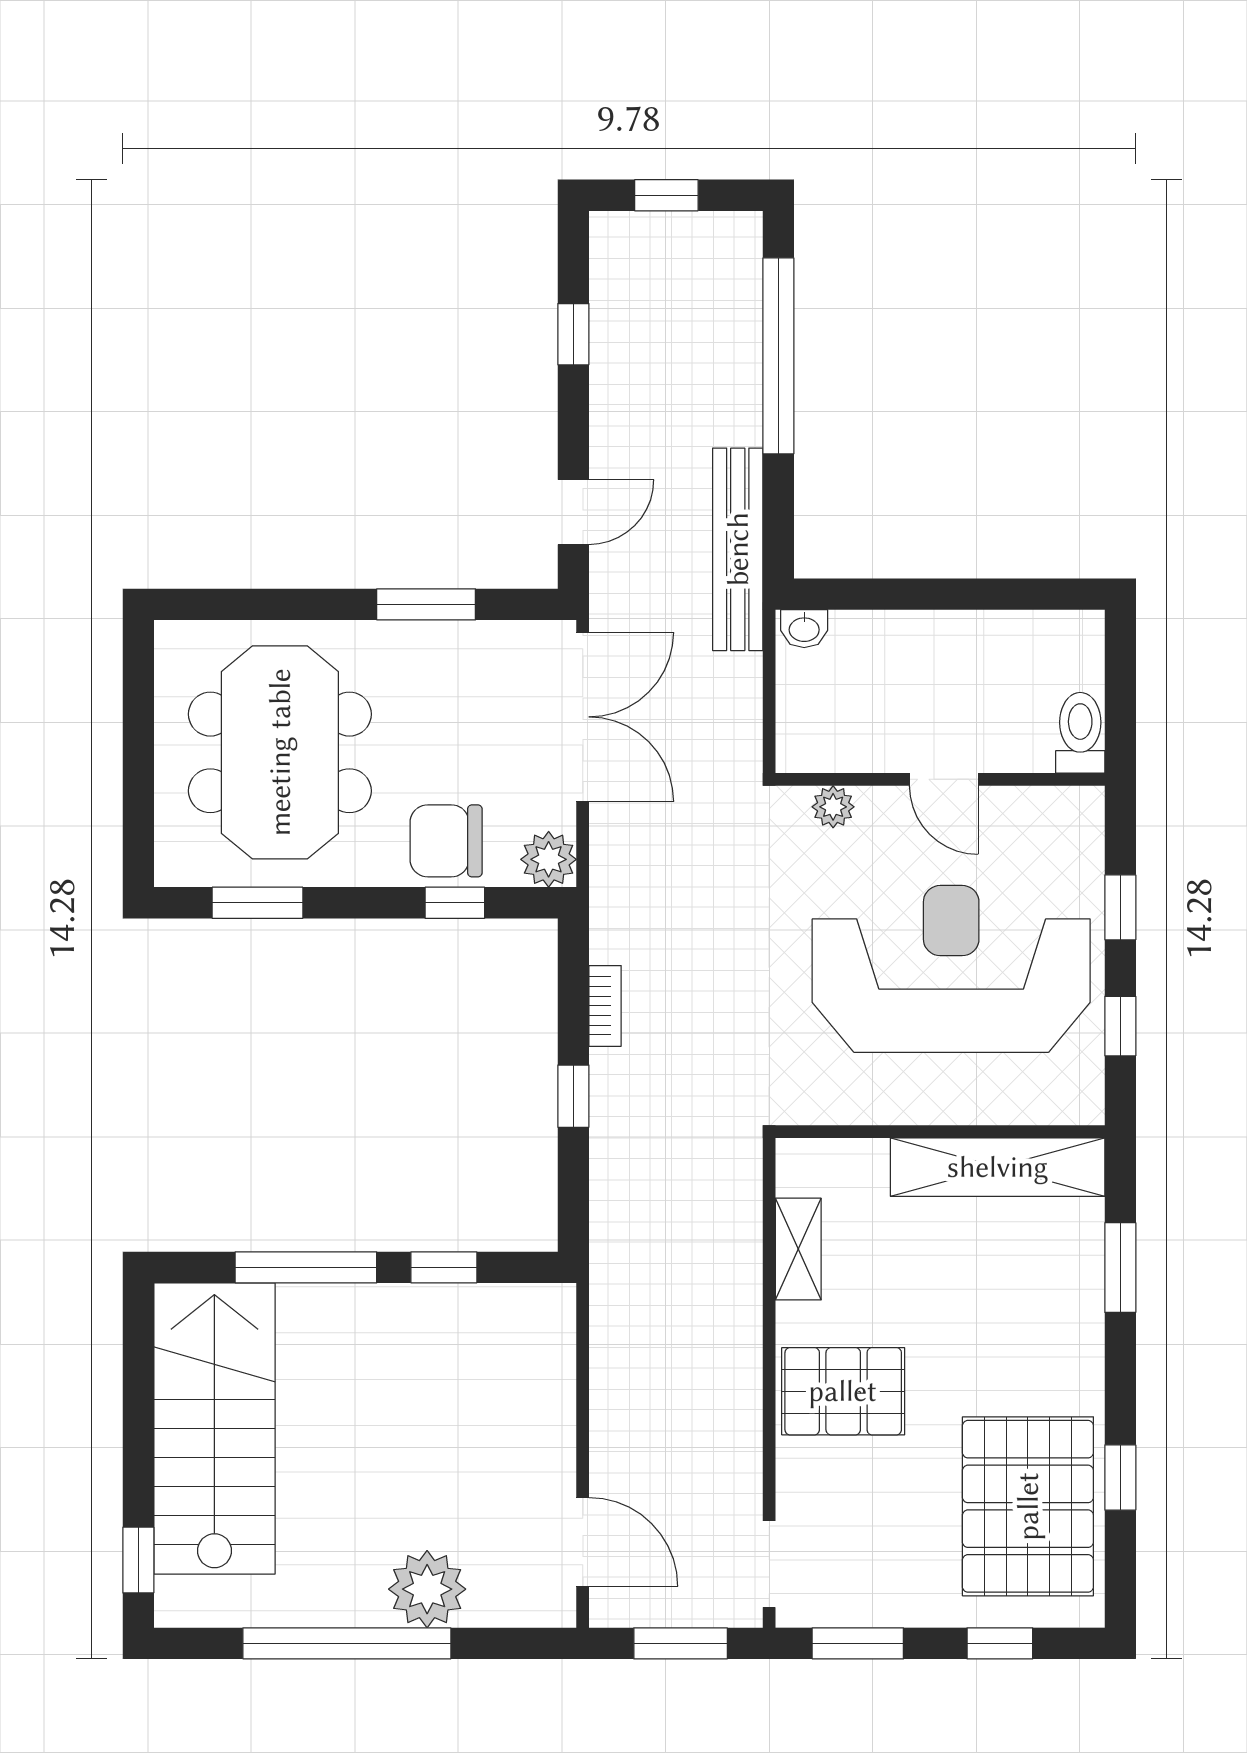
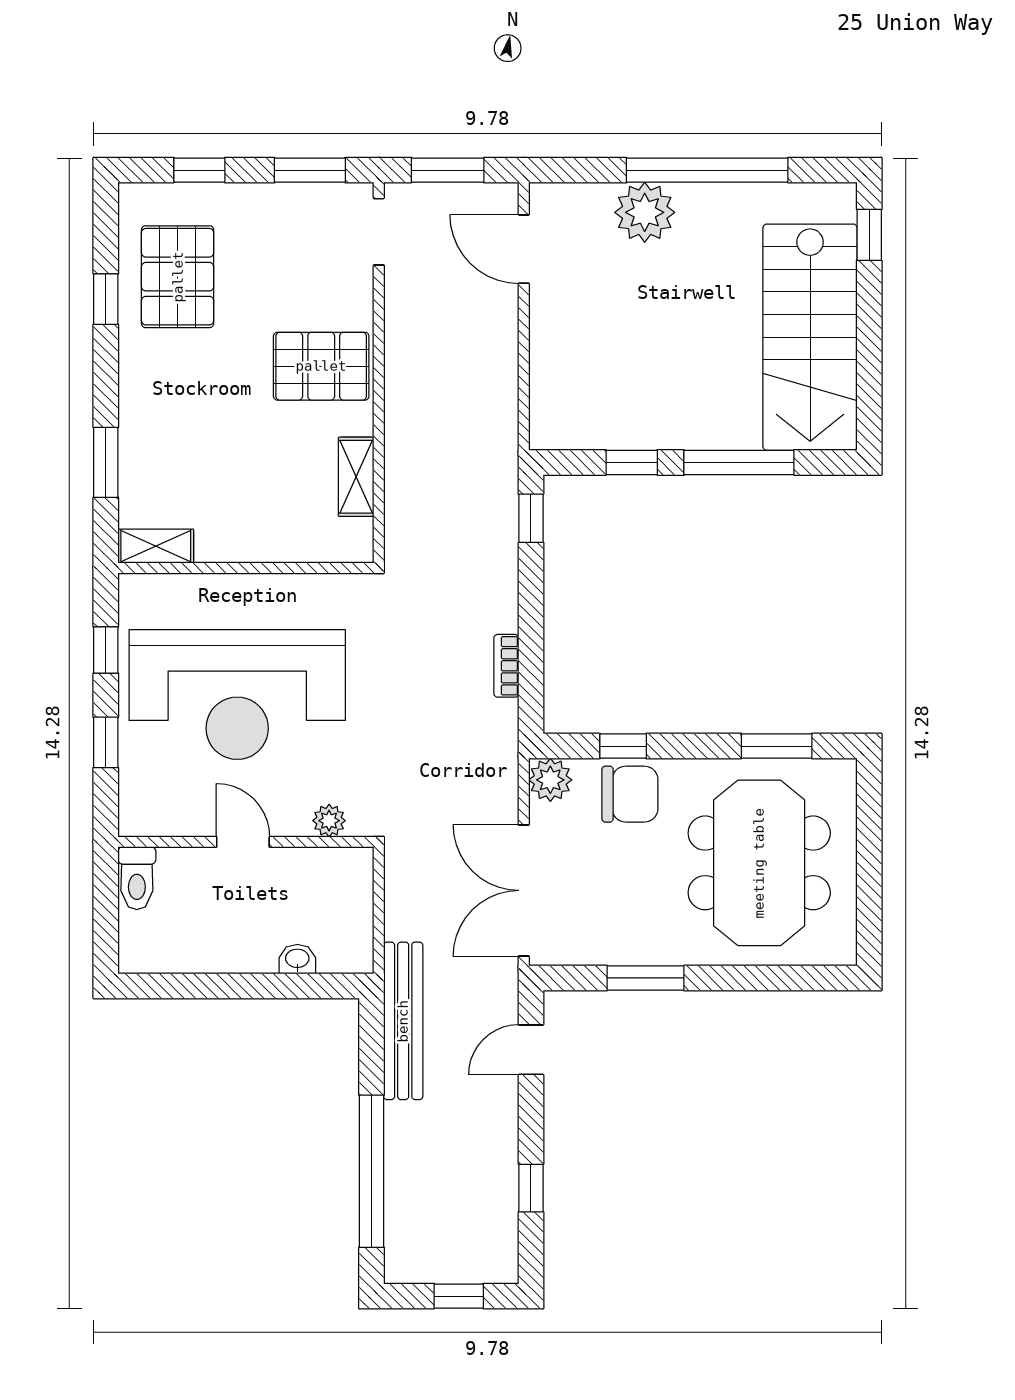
washbasin: (804, 629) -> (297, 959), moved
window: (573, 1096) -> (531, 518), moved
shelving: (998, 1167) -> (156, 546), width x0.45, depth x0.75
pallet: (1028, 1506) -> (178, 277), width x0.73, depth x0.71

